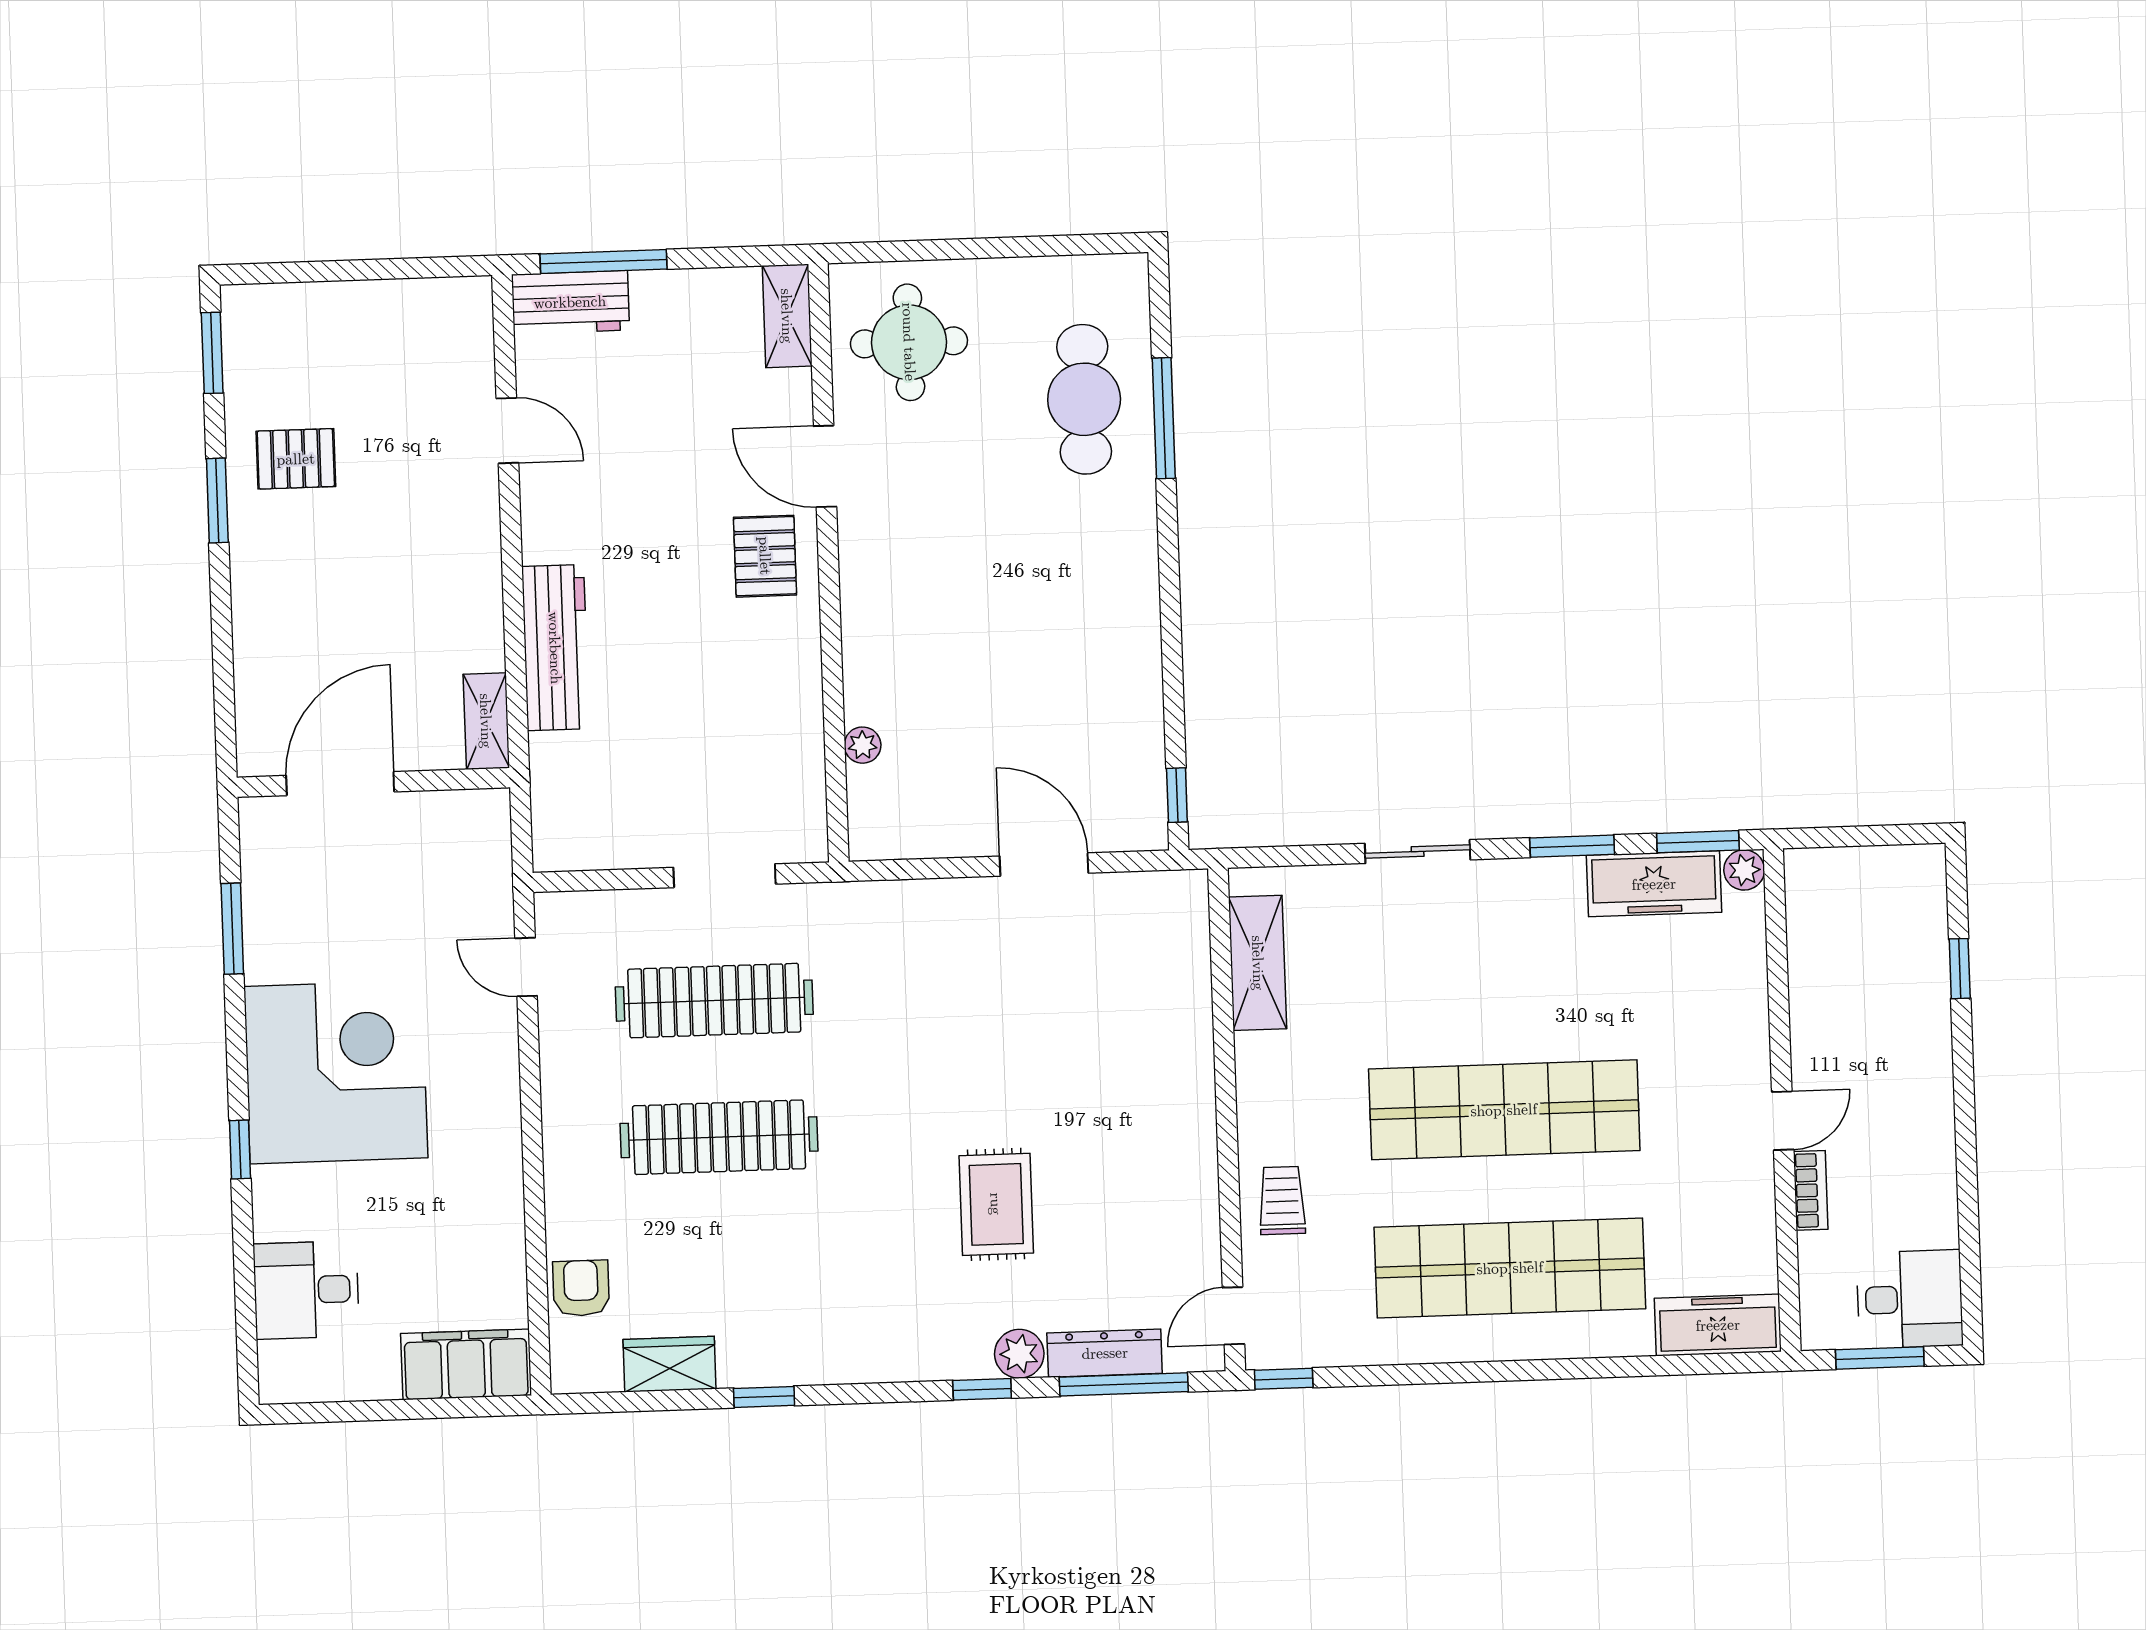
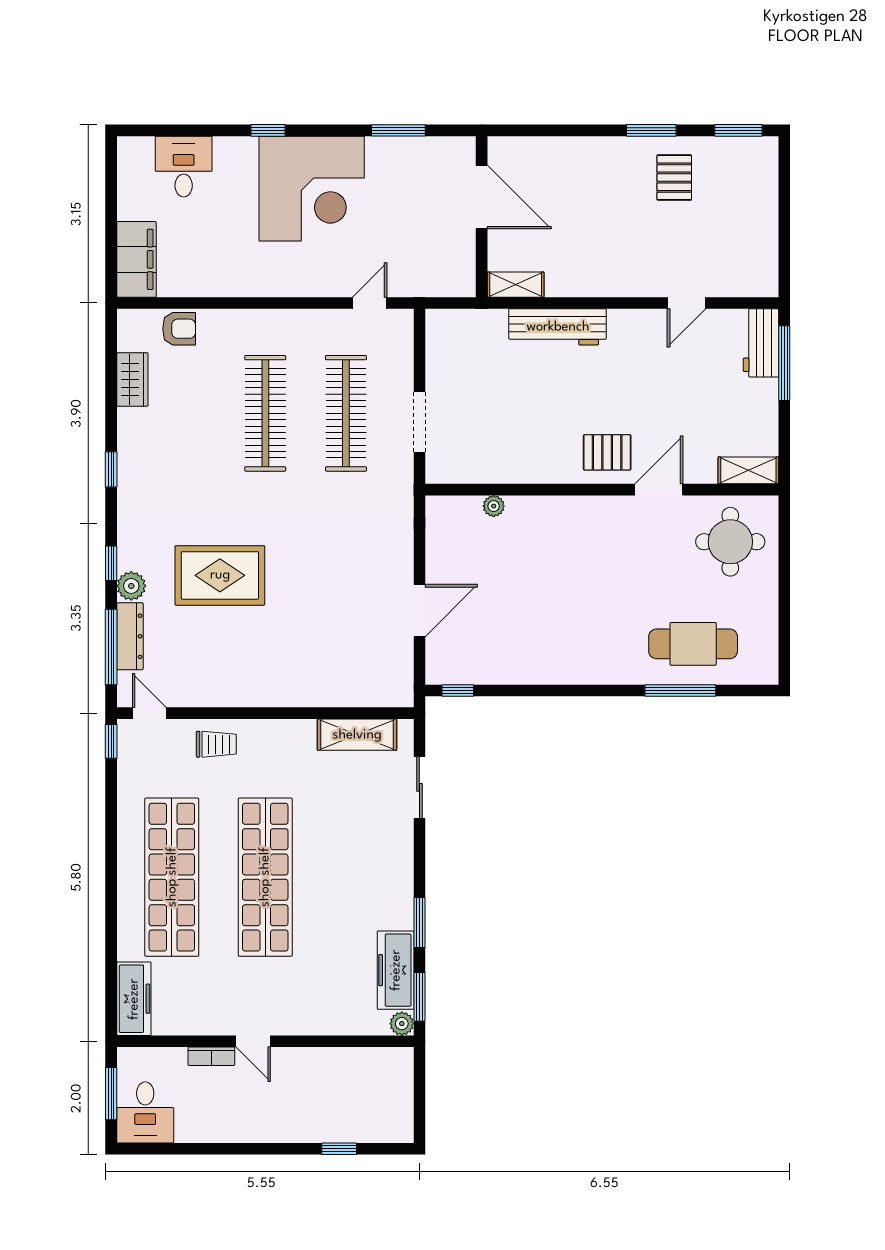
sliding door: (1418, 852) -> (419, 787), moved
rug: (996, 1204) -> (220, 575), width x1.36, depth x1.43
window: (764, 1397) -> (111, 469), moved

